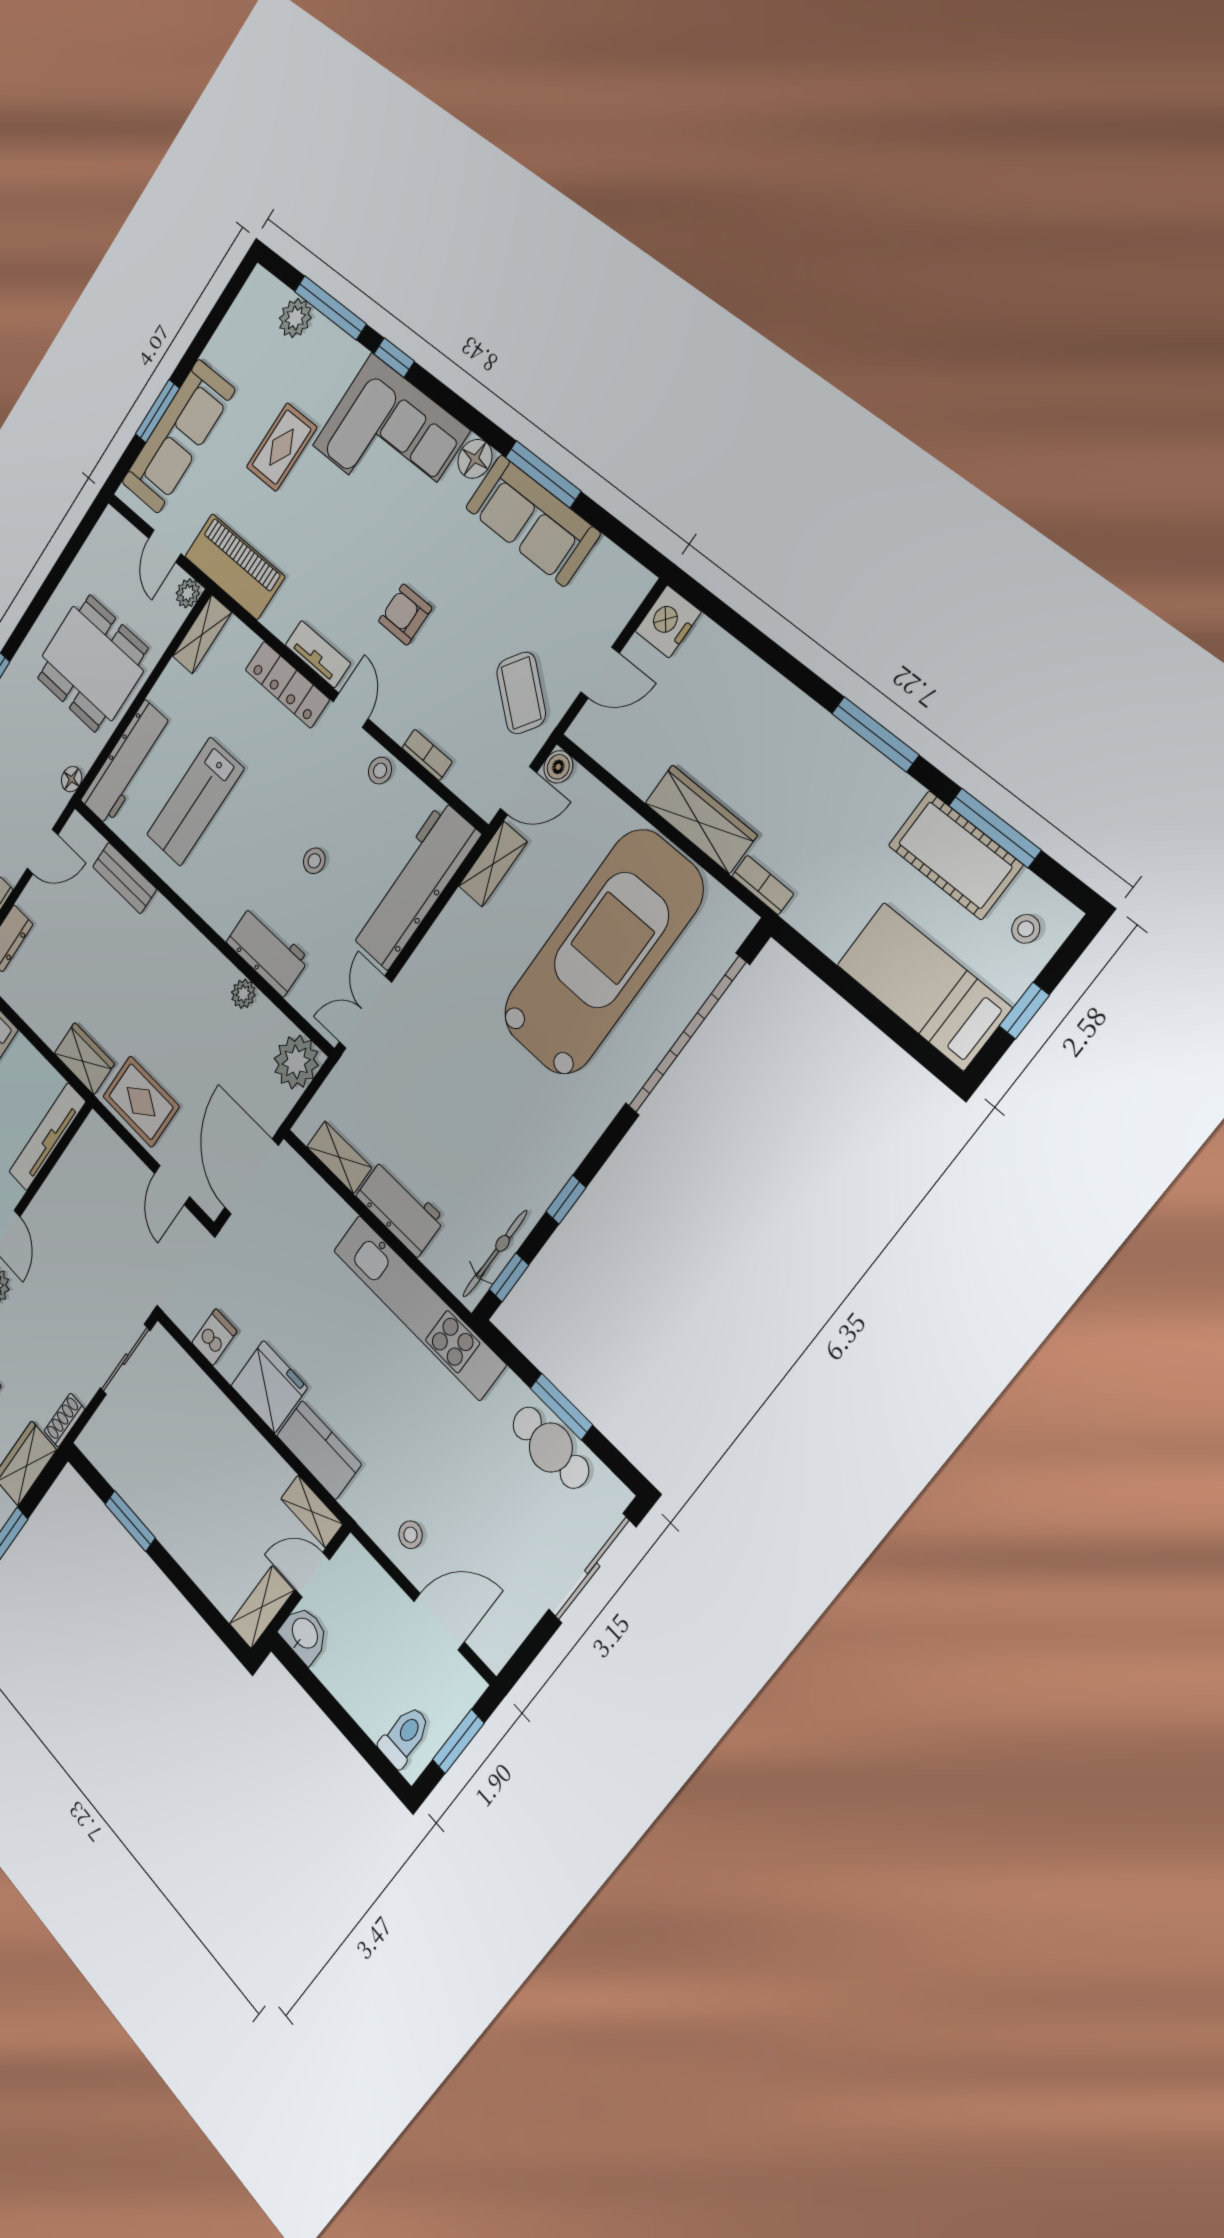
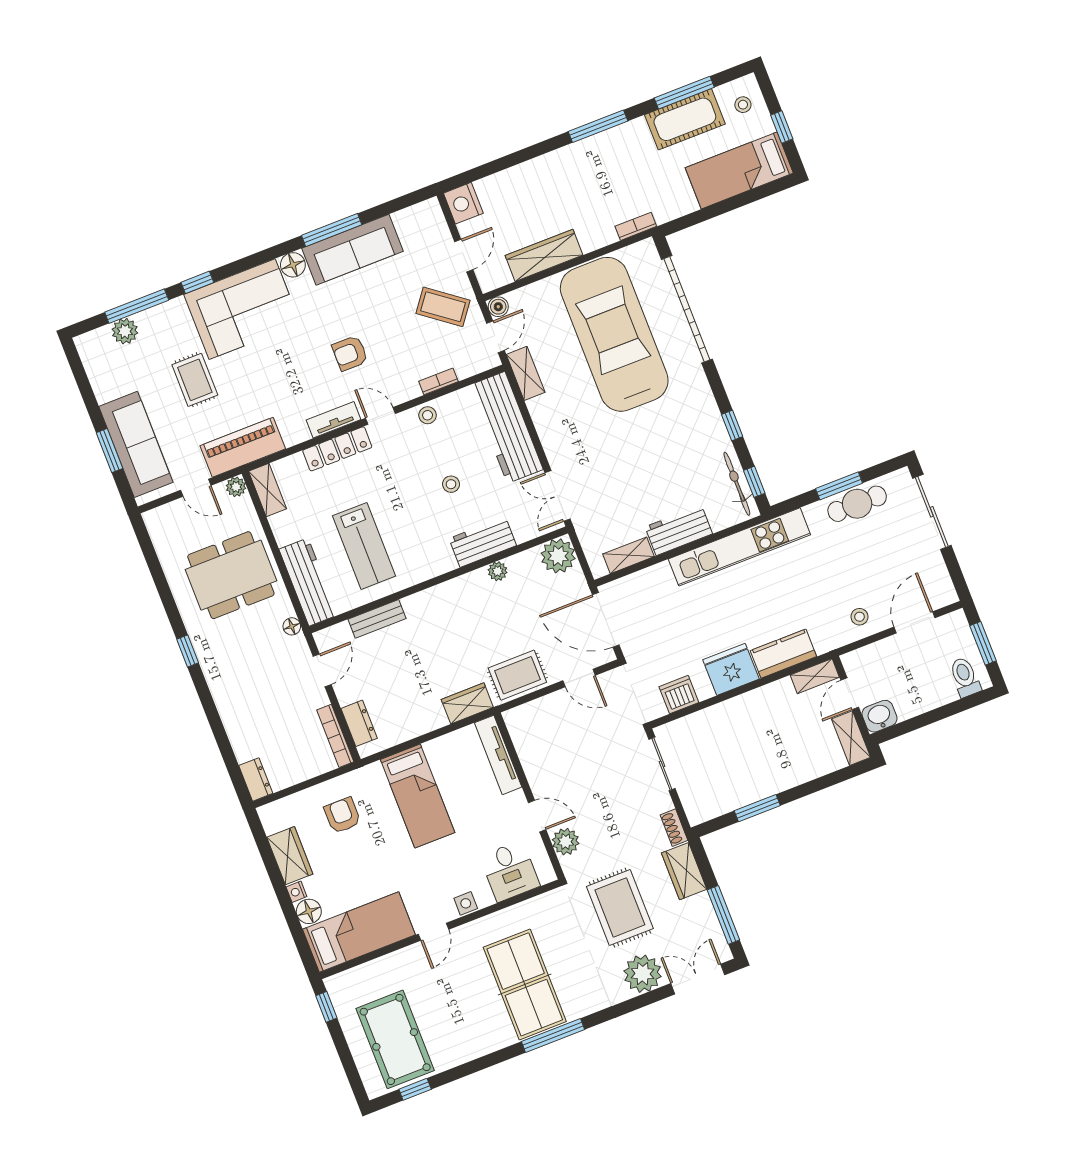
wardrobe: (701, 819) -> (544, 255), moved
dishwasher: (214, 1337) -> (679, 695), width x1.38

